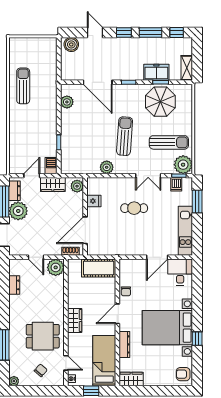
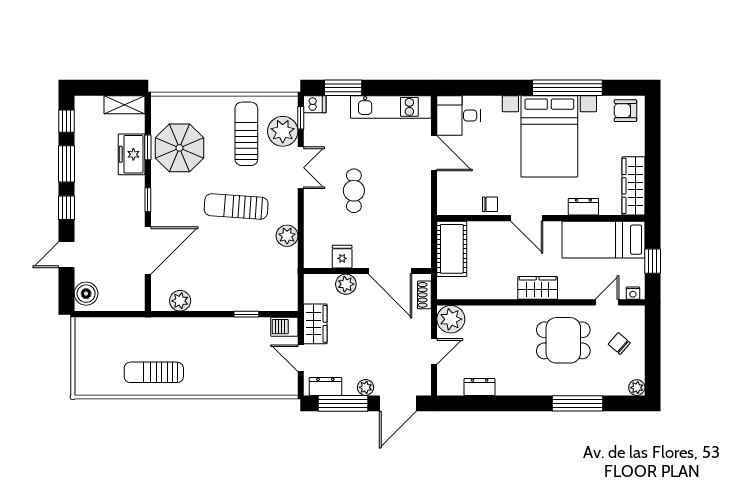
plant: (183, 165) -> (283, 131), moved
dishwasher: (176, 184) -> (315, 104), moved
plant: (77, 186) -> (346, 284), moved
plant: (18, 211) -> (365, 387), width x0.53, depth x0.53
dining table: (43, 336) -> (563, 340), turned 90
window: (197, 339) -> (567, 88), width x3.17
dresser: (124, 344) -> (583, 207), width x0.70
armchair: (183, 374) -> (625, 111), turned 90
wardrobe: (131, 379) -> (633, 186), width x1.50

